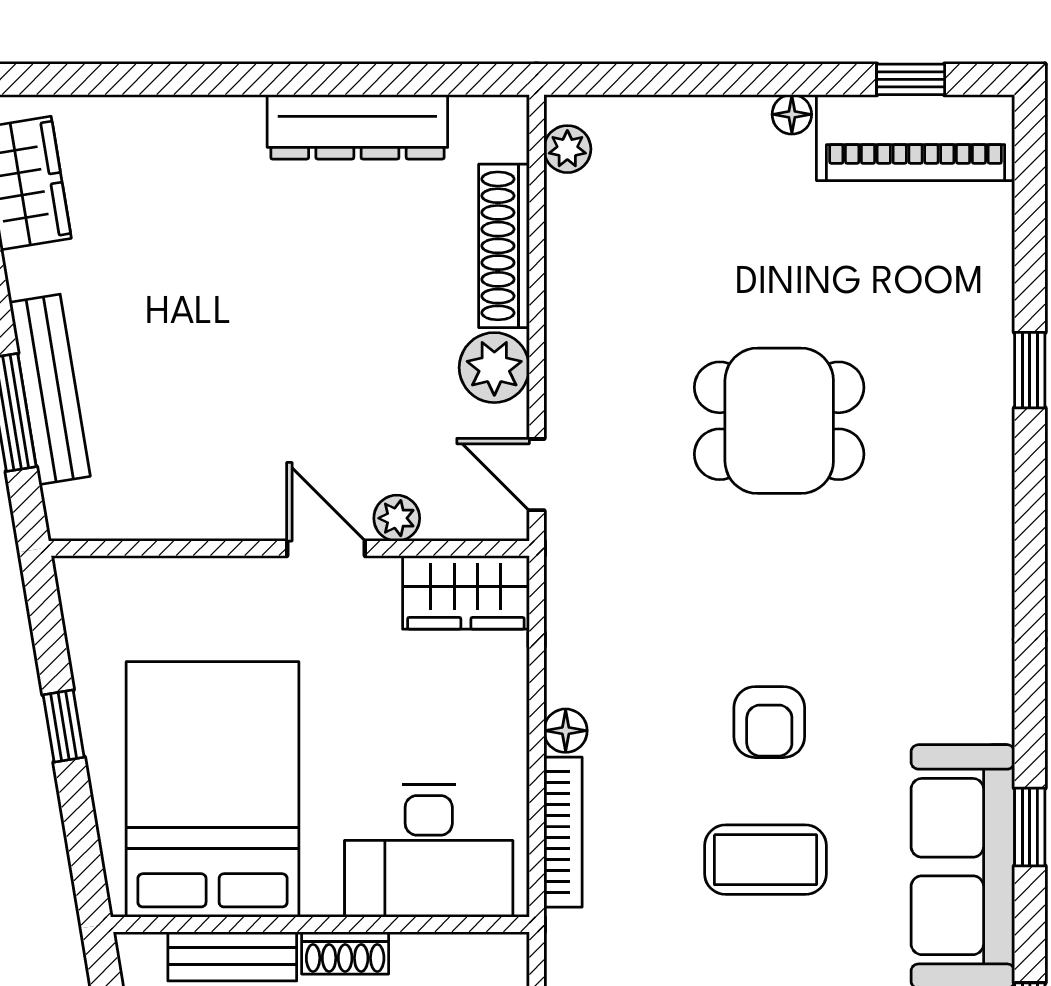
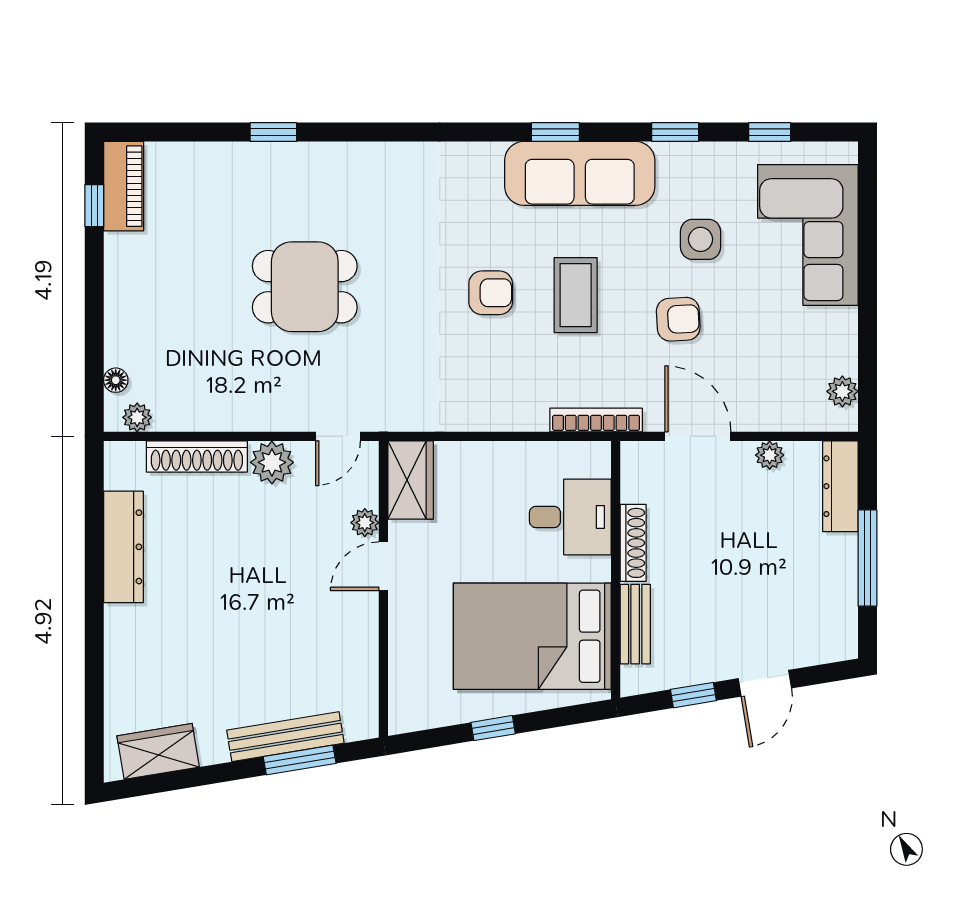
floor lamp: (792, 114) -> (116, 380), moved
piano: (916, 138) -> (124, 186), width x0.73, depth x0.75
dining table: (779, 421) -> (305, 287), turned 90
floor lamp: (566, 731) -> (496, 418), removed
bookcase: (563, 832) -> (596, 420), moved
desk: (429, 851) -> (570, 517), width x0.73
shoe rack: (345, 953) -> (633, 543), width x1.43

